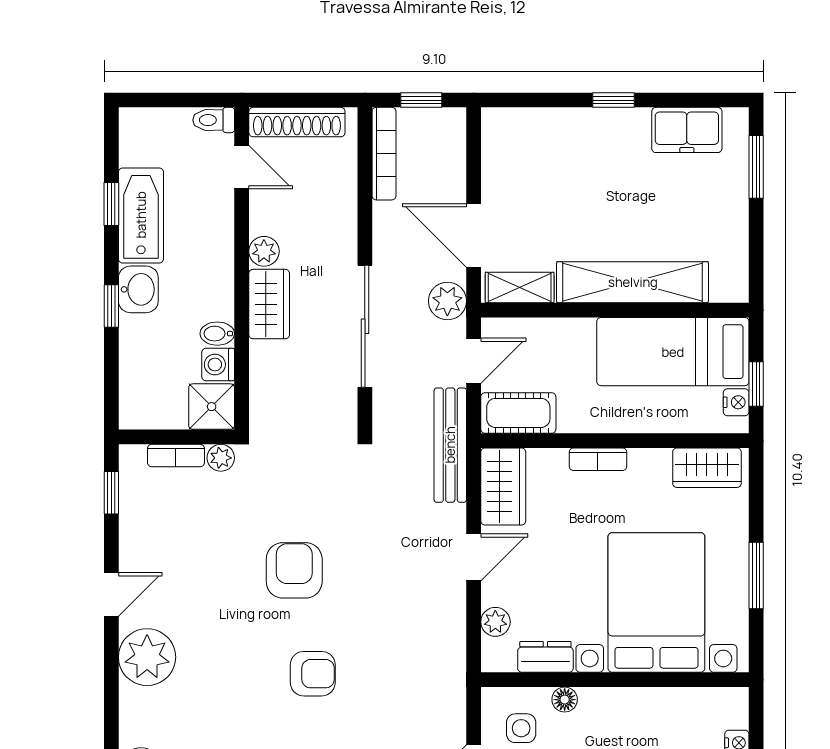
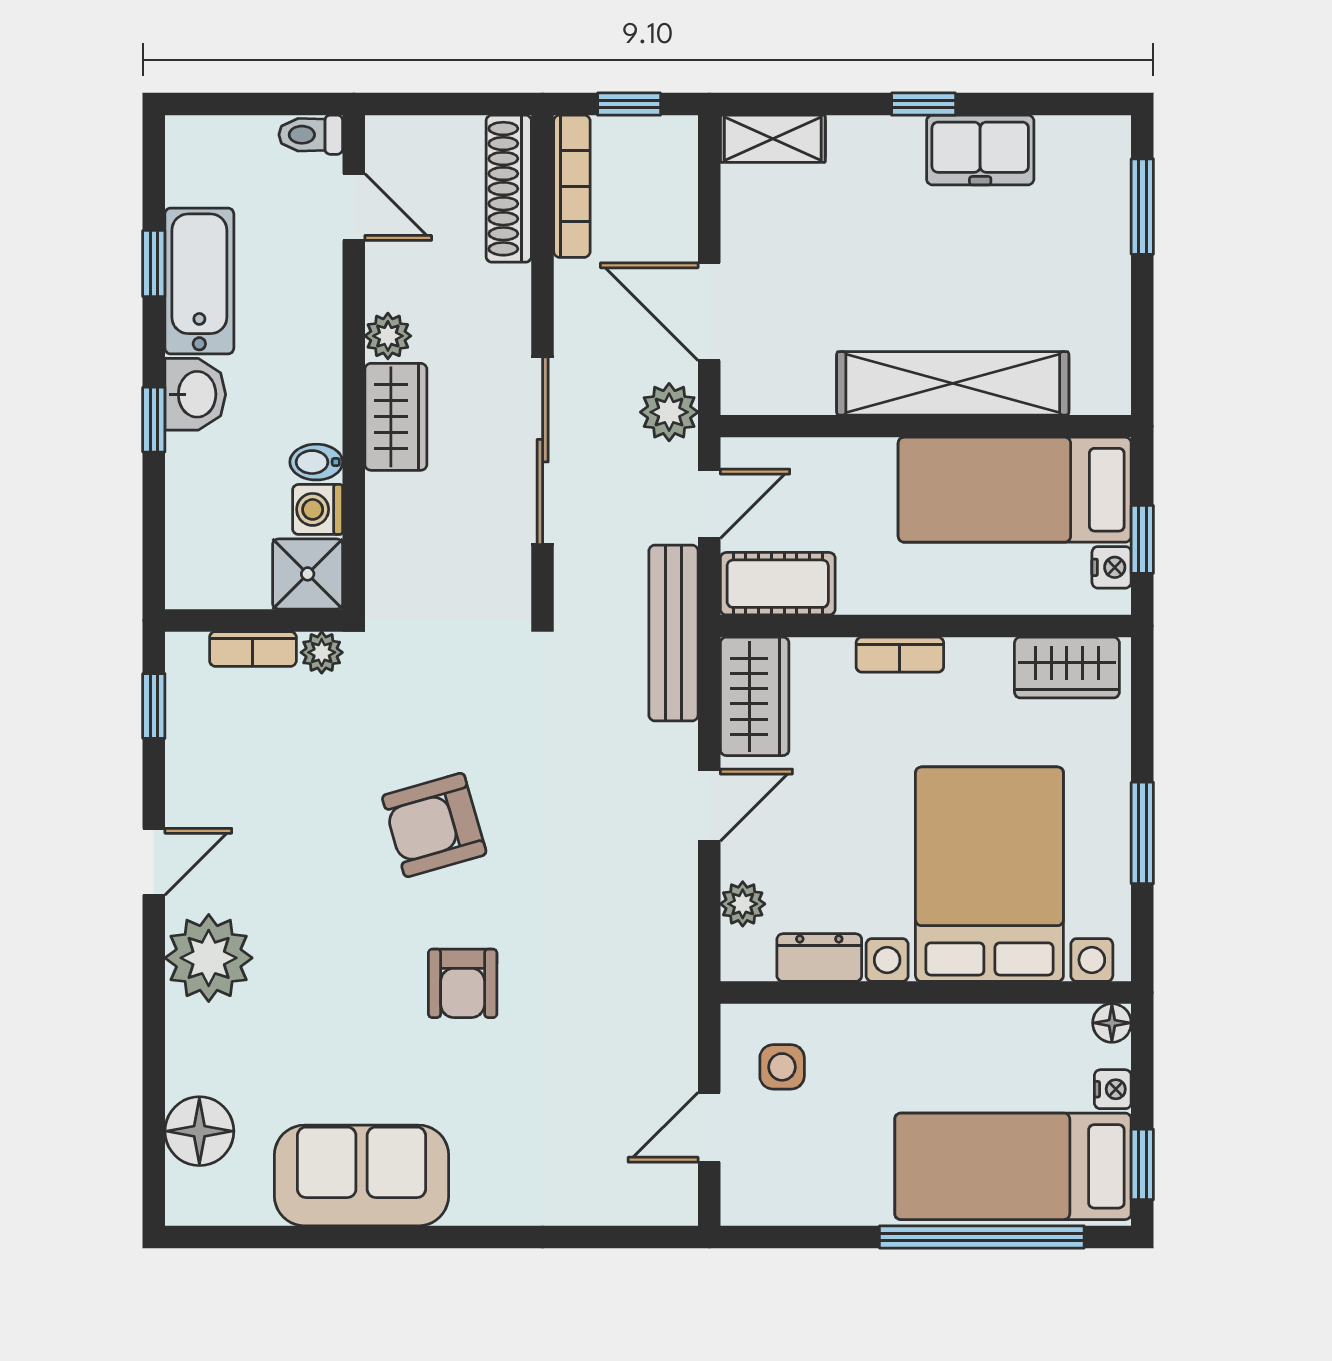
shoe rack: (297, 122) -> (509, 189), moved, turned 90
freezer: (687, 130) -> (980, 150), moved
shelving: (520, 287) -> (773, 139), moved
armchair: (294, 570) -> (434, 825), turned -106
armchair: (313, 674) -> (463, 983), turned 90
floor lamp: (565, 700) -> (1112, 1023), moved

